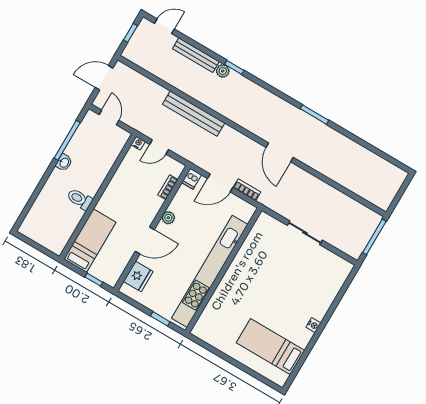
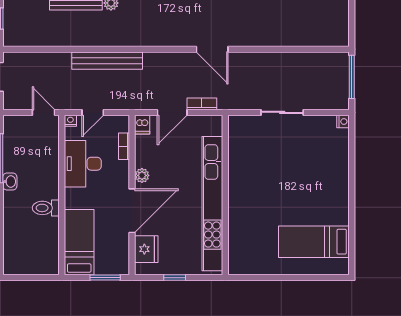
door: (109, 117) -> (44, 112), moved
desk: (128, 182) -> (83, 164), added
door: (145, 240) -> (132, 211), width x1.36
window: (94, 280) -> (105, 278), width x1.50
window: (160, 319) -> (175, 278), moved
nightstand: (313, 325) -> (343, 121), moved

